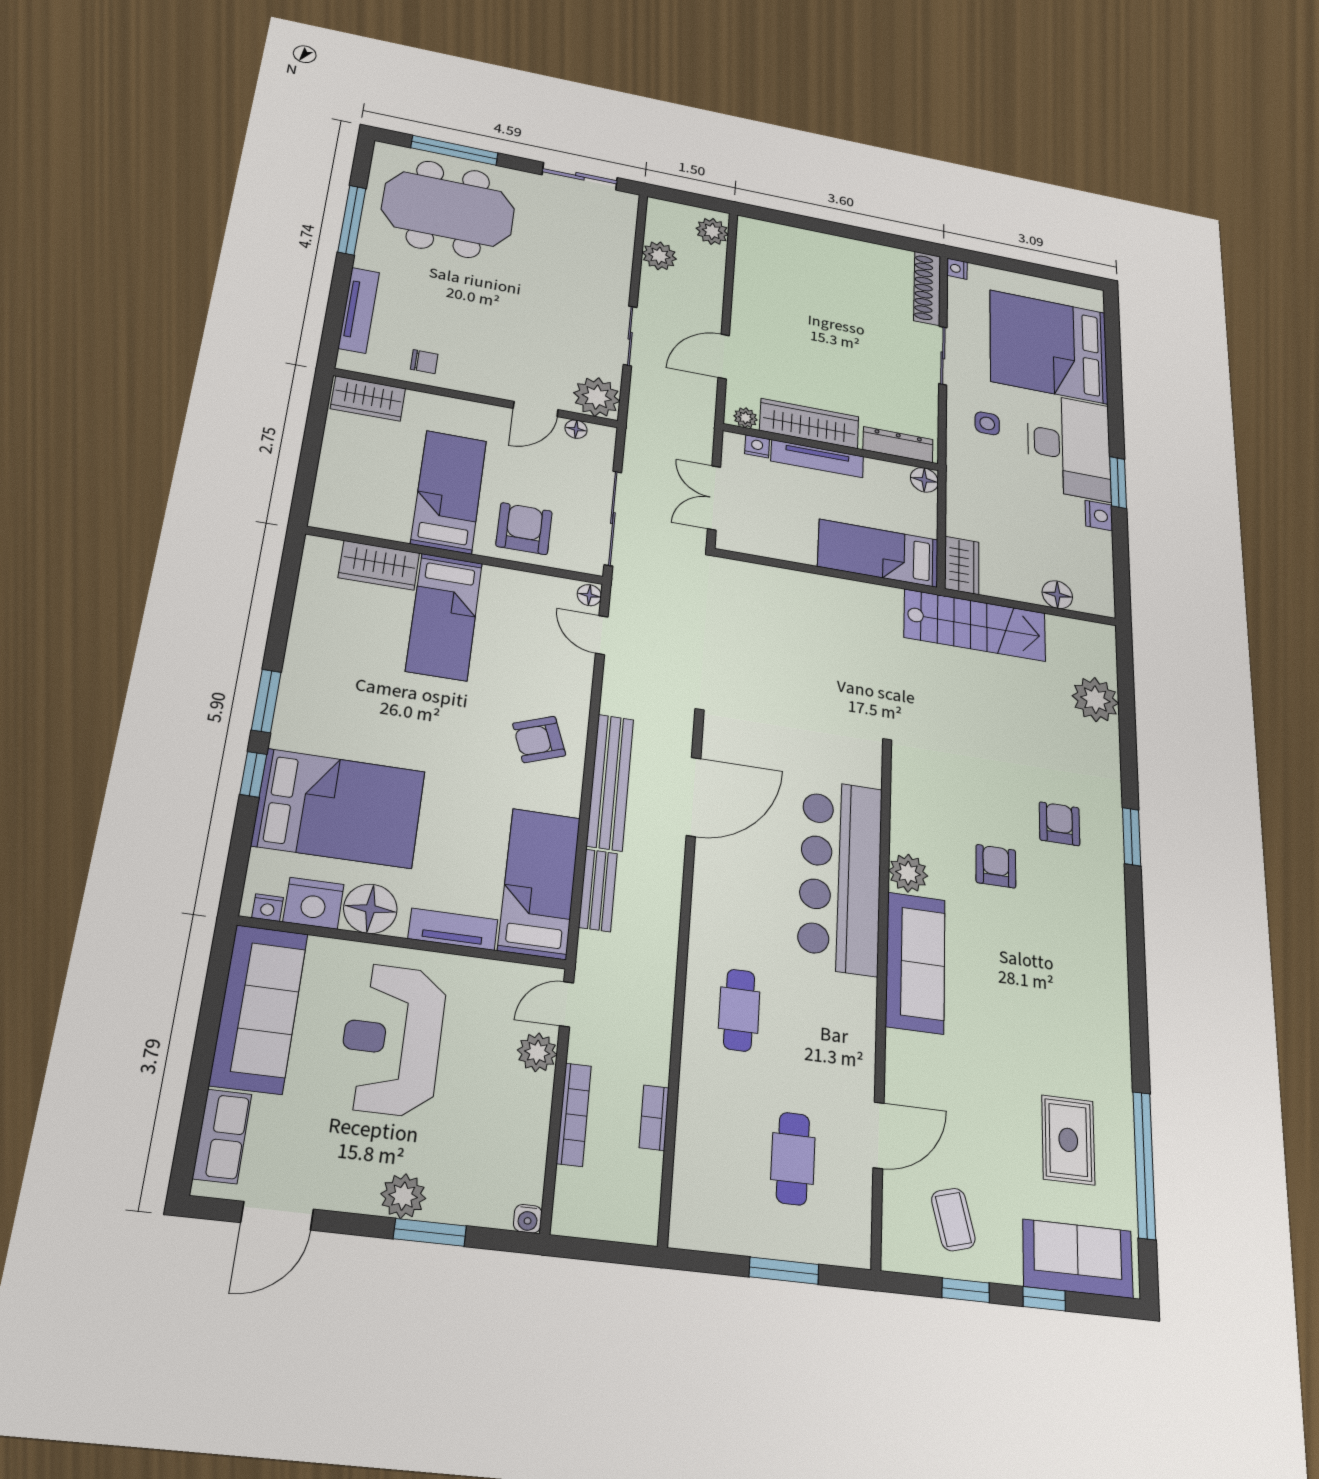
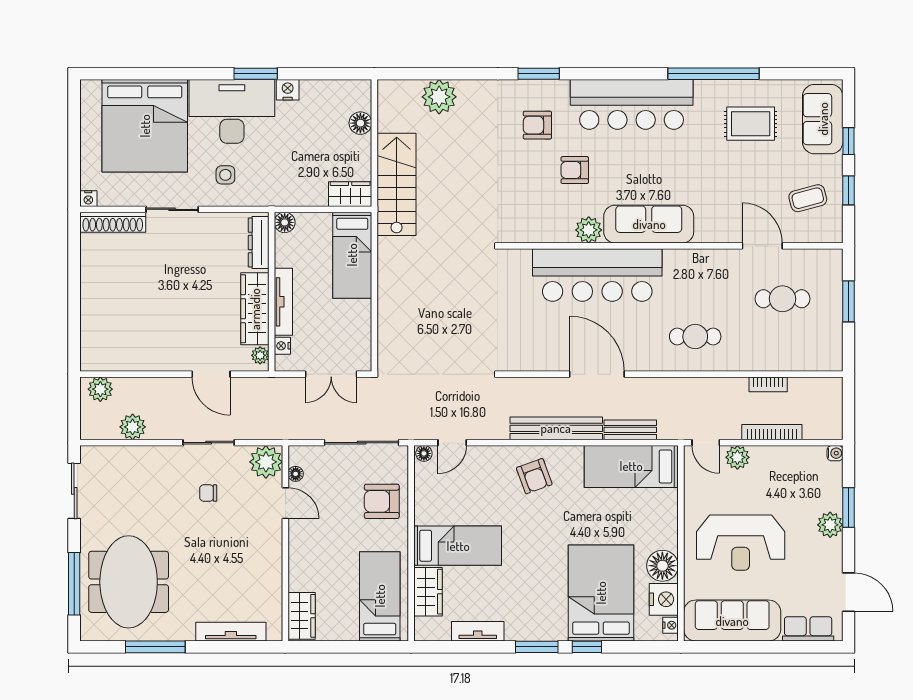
chair: (424, 362) -> (208, 493), moved, turned -90
bed: (449, 492) -> (380, 596), moved, turned 90
door: (693, 797) -> (597, 374), moved
tv unit: (453, 929) -> (478, 631), moved, turned 90
bar counter: (1092, 962) -> (632, 104), added
window: (1144, 1165) -> (713, 74), moved

